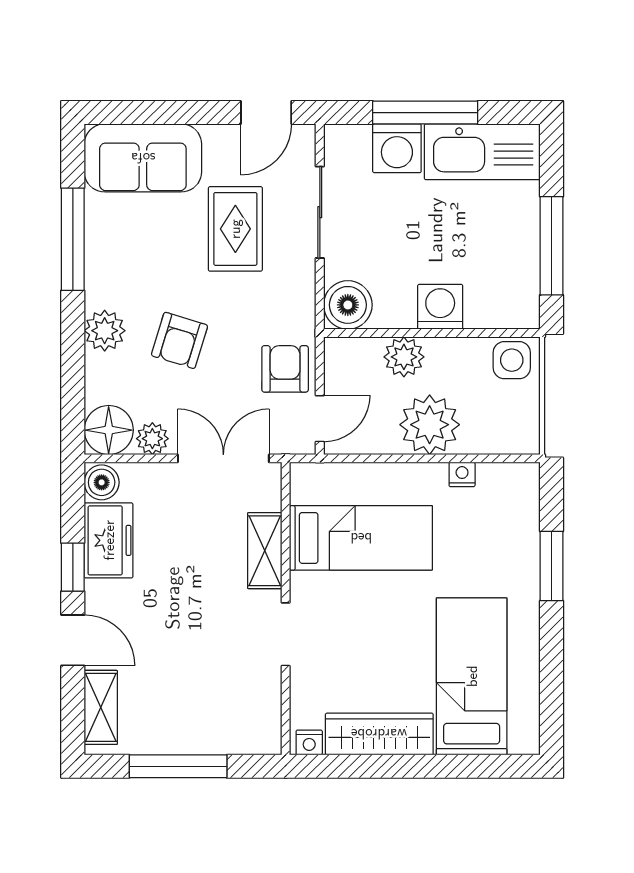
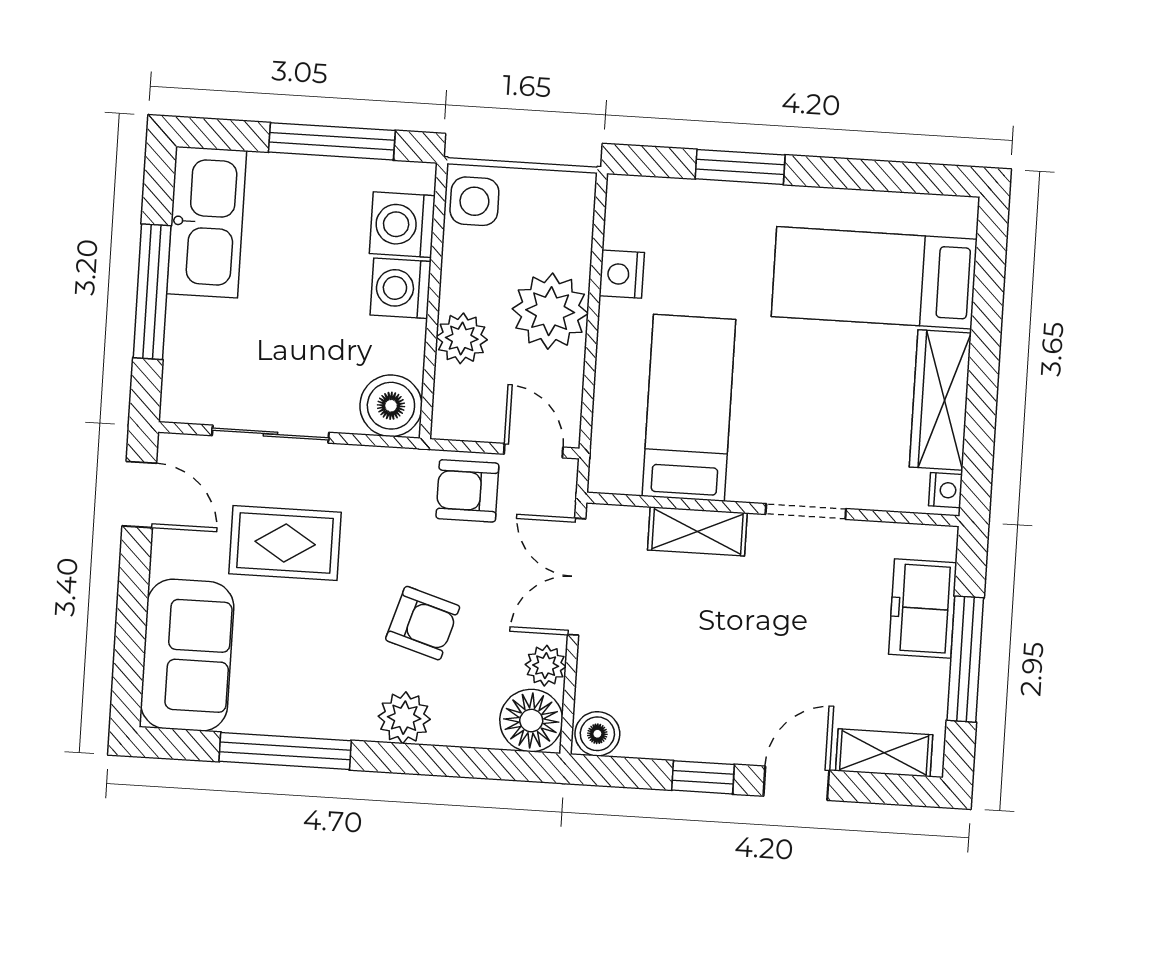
washing machine: (397, 148) -> (402, 225), moved, turned 180
nightstand: (462, 474) -> (622, 274), width x1.39, depth x1.35
freezer: (109, 540) -> (923, 608), moved, turned -90

